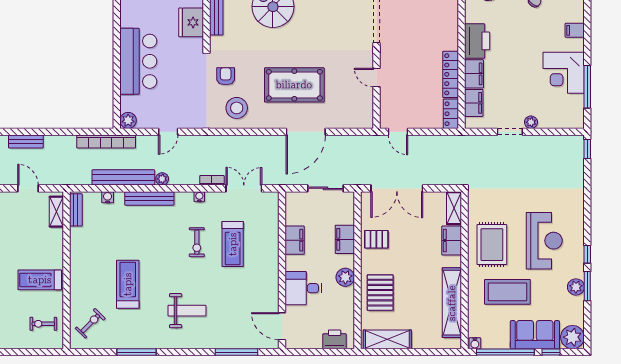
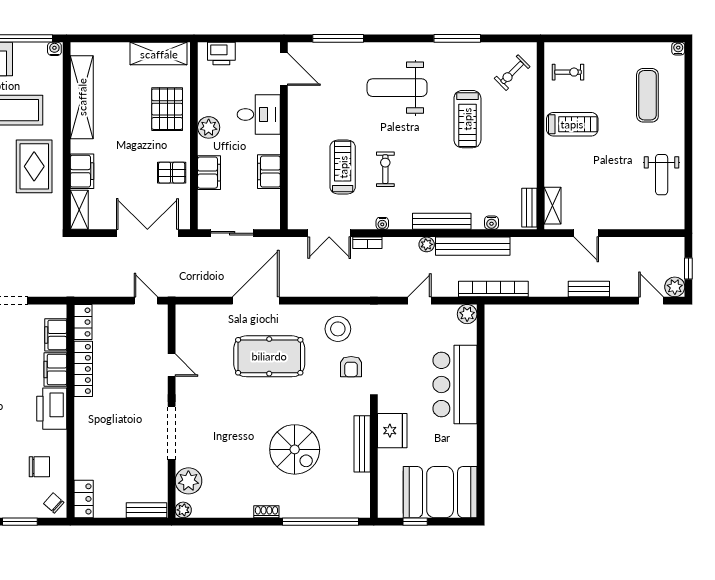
weight bench: (187, 311) -> (397, 88), width x1.36, depth x1.33

